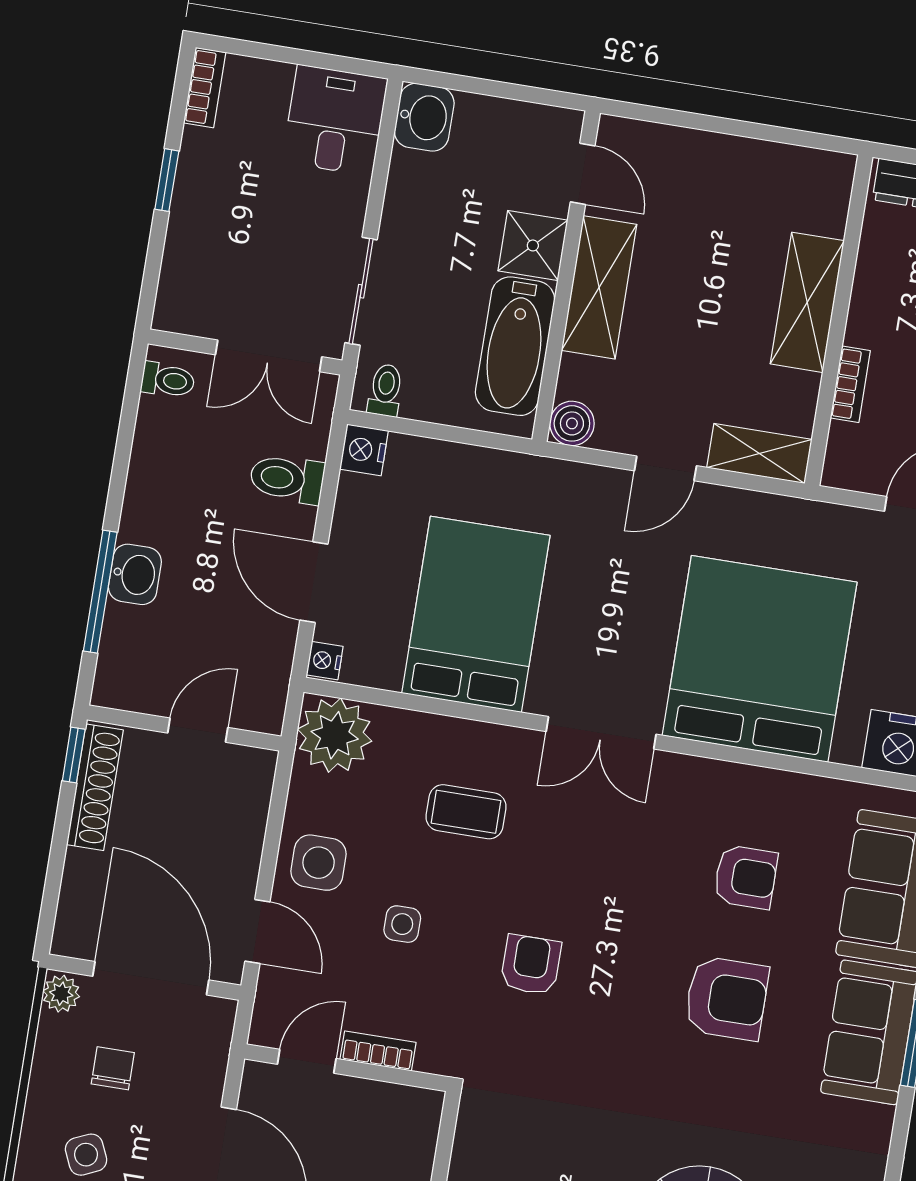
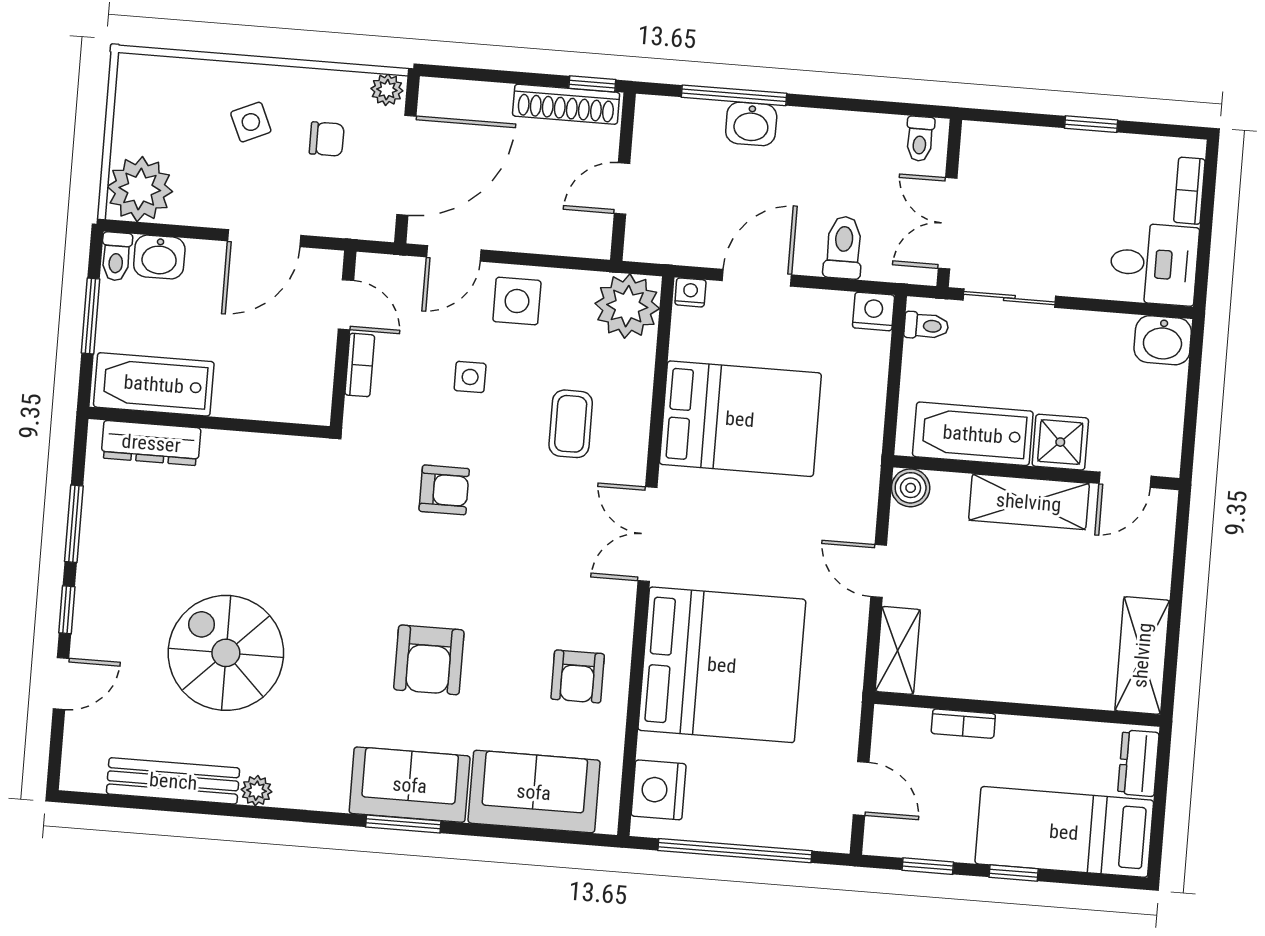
bookcase: (205, 88) -> (1189, 191), moved, turned 90
shelving: (807, 302) -> (1142, 655), moved, turned 90
door: (198, 730) -> (622, 188), swing flipped
armchair: (746, 877) -> (578, 676), moved

